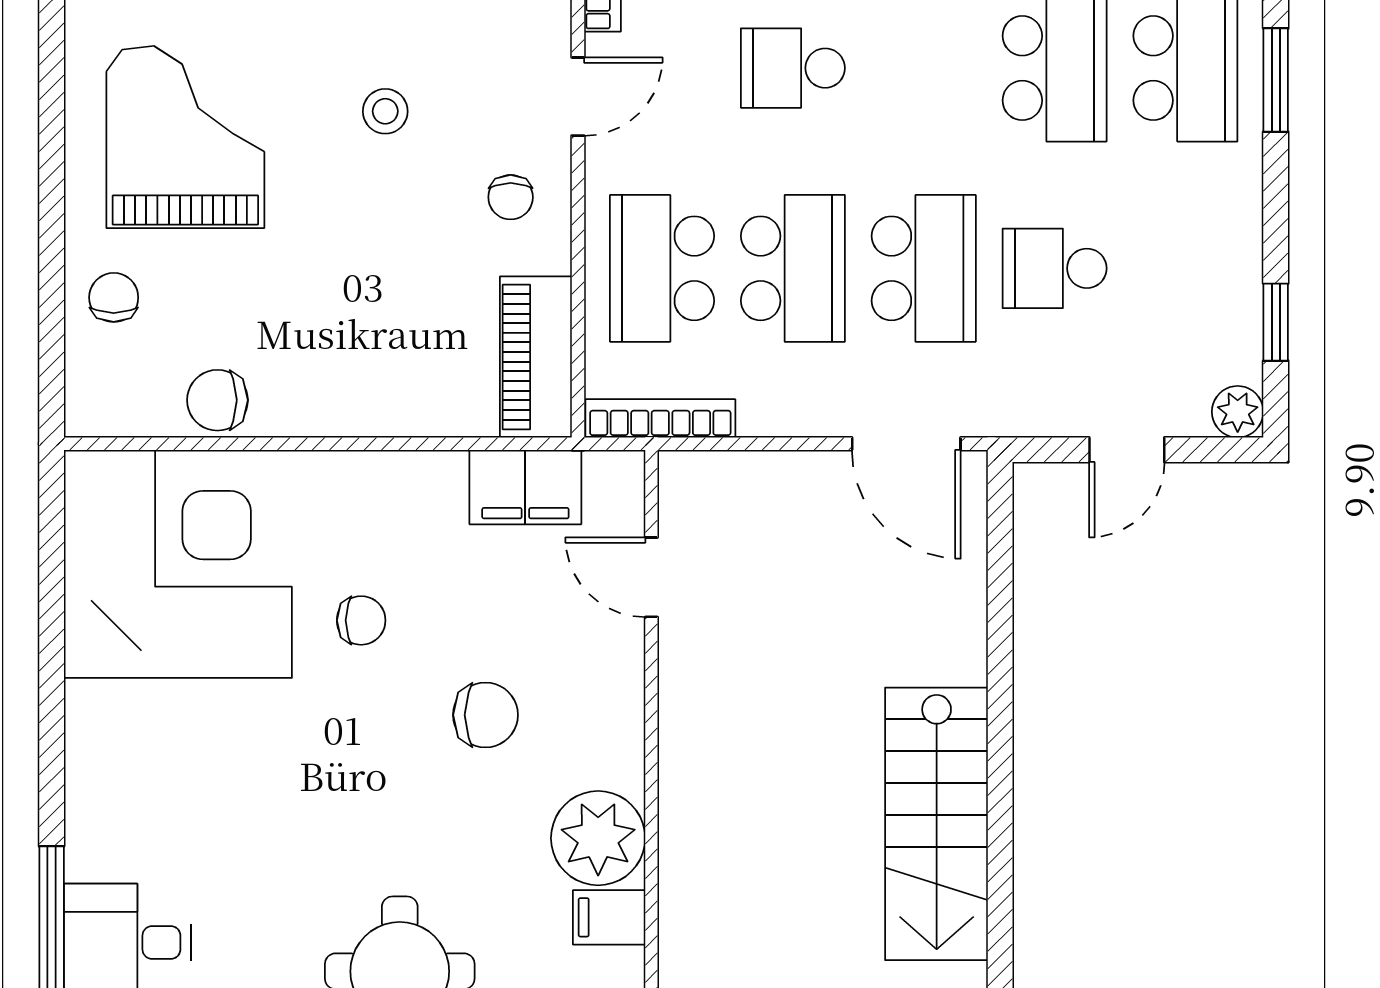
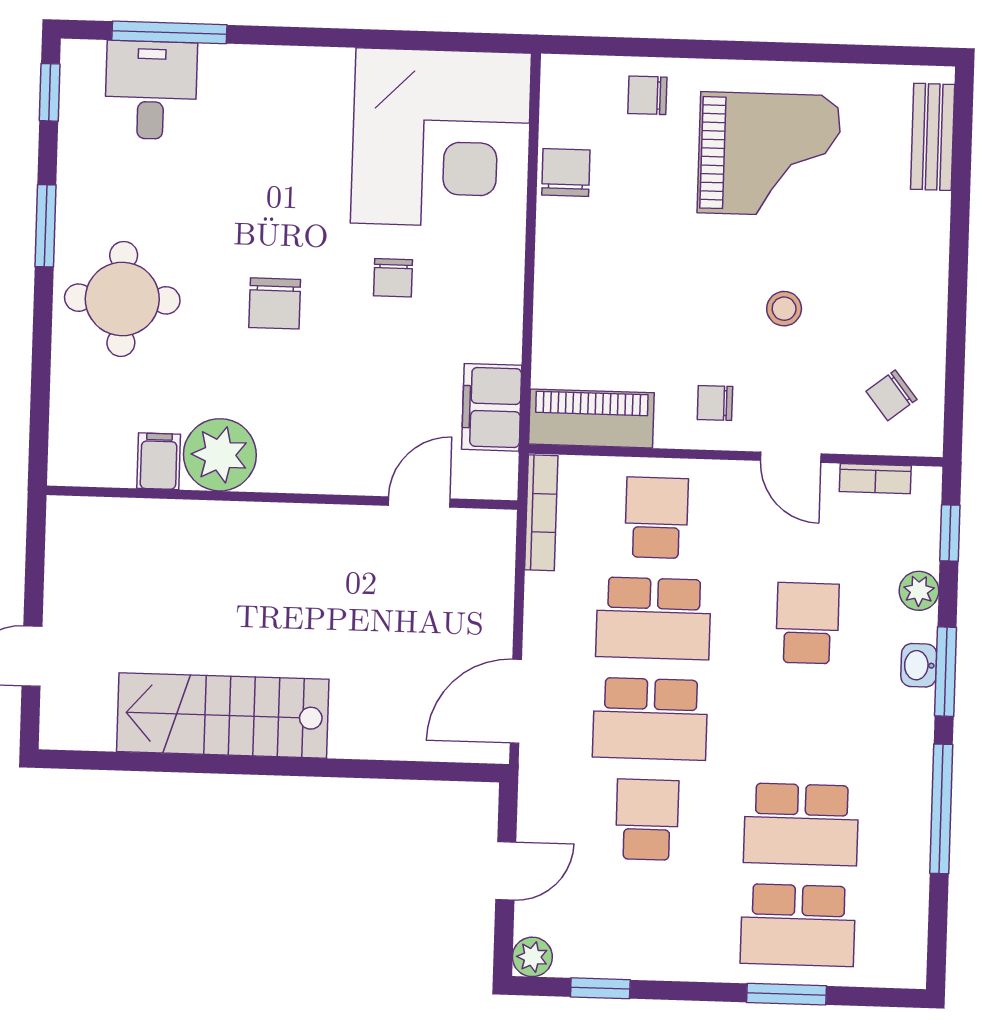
school desk: (662, 268) -> (657, 518), width x0.54
chair: (114, 297) -> (647, 95), turned 180
door: (1127, 450) -> (506, 871), swing flipped
chair: (485, 715) -> (275, 303), moved

